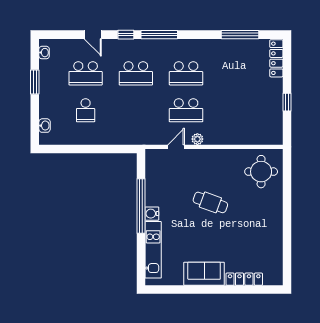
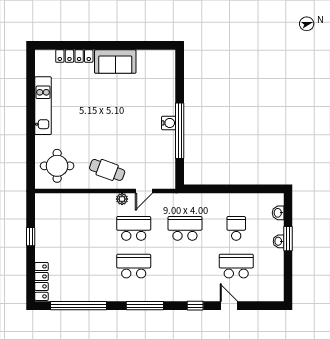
window: (159, 35) -> (145, 306), moved
window: (240, 35) -> (79, 306), width x1.46
washbasin: (44, 53) -> (279, 241), moved
school desk: (136, 73) -> (185, 228), moved
window: (35, 82) -> (288, 239), moved
cafe table: (210, 202) -> (107, 170), moved
kitchen unit: (153, 250) -> (43, 106), moved, turned 180

